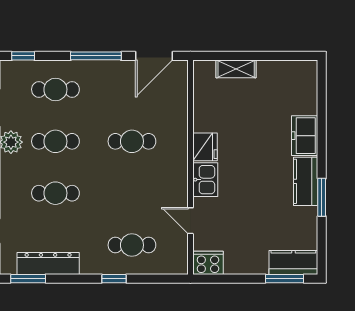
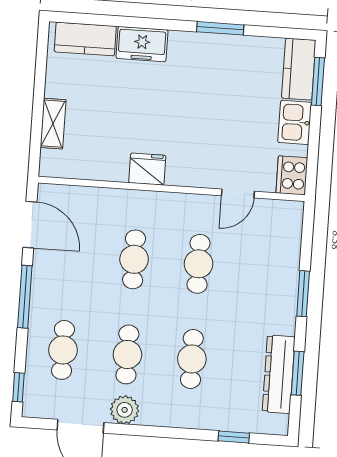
kitchen sink: (205, 180) -> (295, 122), moved, turned -90
kitchen counter: (306, 181) -> (85, 39), moved
cafe table: (132, 245) -> (199, 264), moved
window: (28, 279) -> (298, 373), moved
window: (114, 279) -> (303, 294), width x1.50

